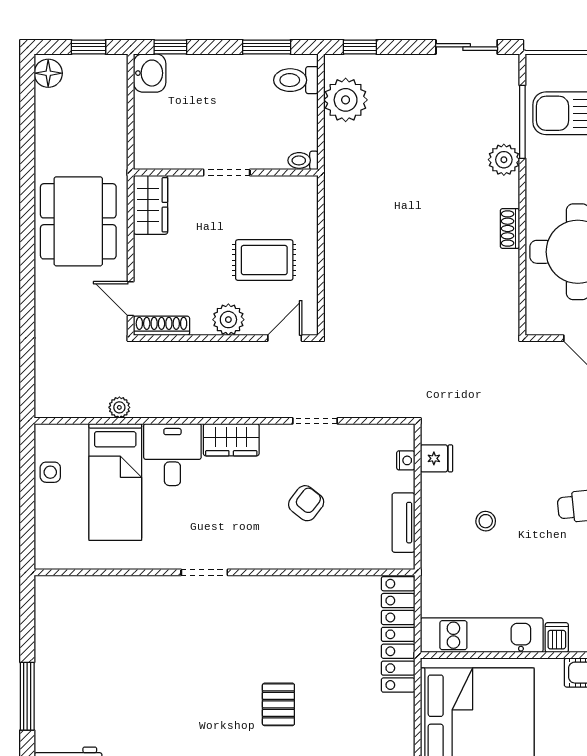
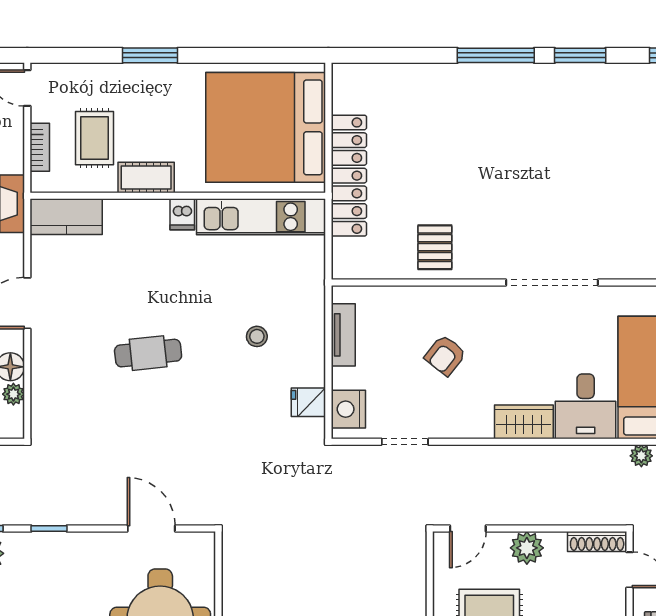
doorway: (315, 421) -> (405, 442), moved
nightstand: (406, 460) -> (348, 409), width x1.89, depth x1.79
doorway: (204, 572) -> (552, 283), width x1.88
locker: (398, 634) -> (349, 176), moved
pallet: (278, 704) -> (435, 247), moved

